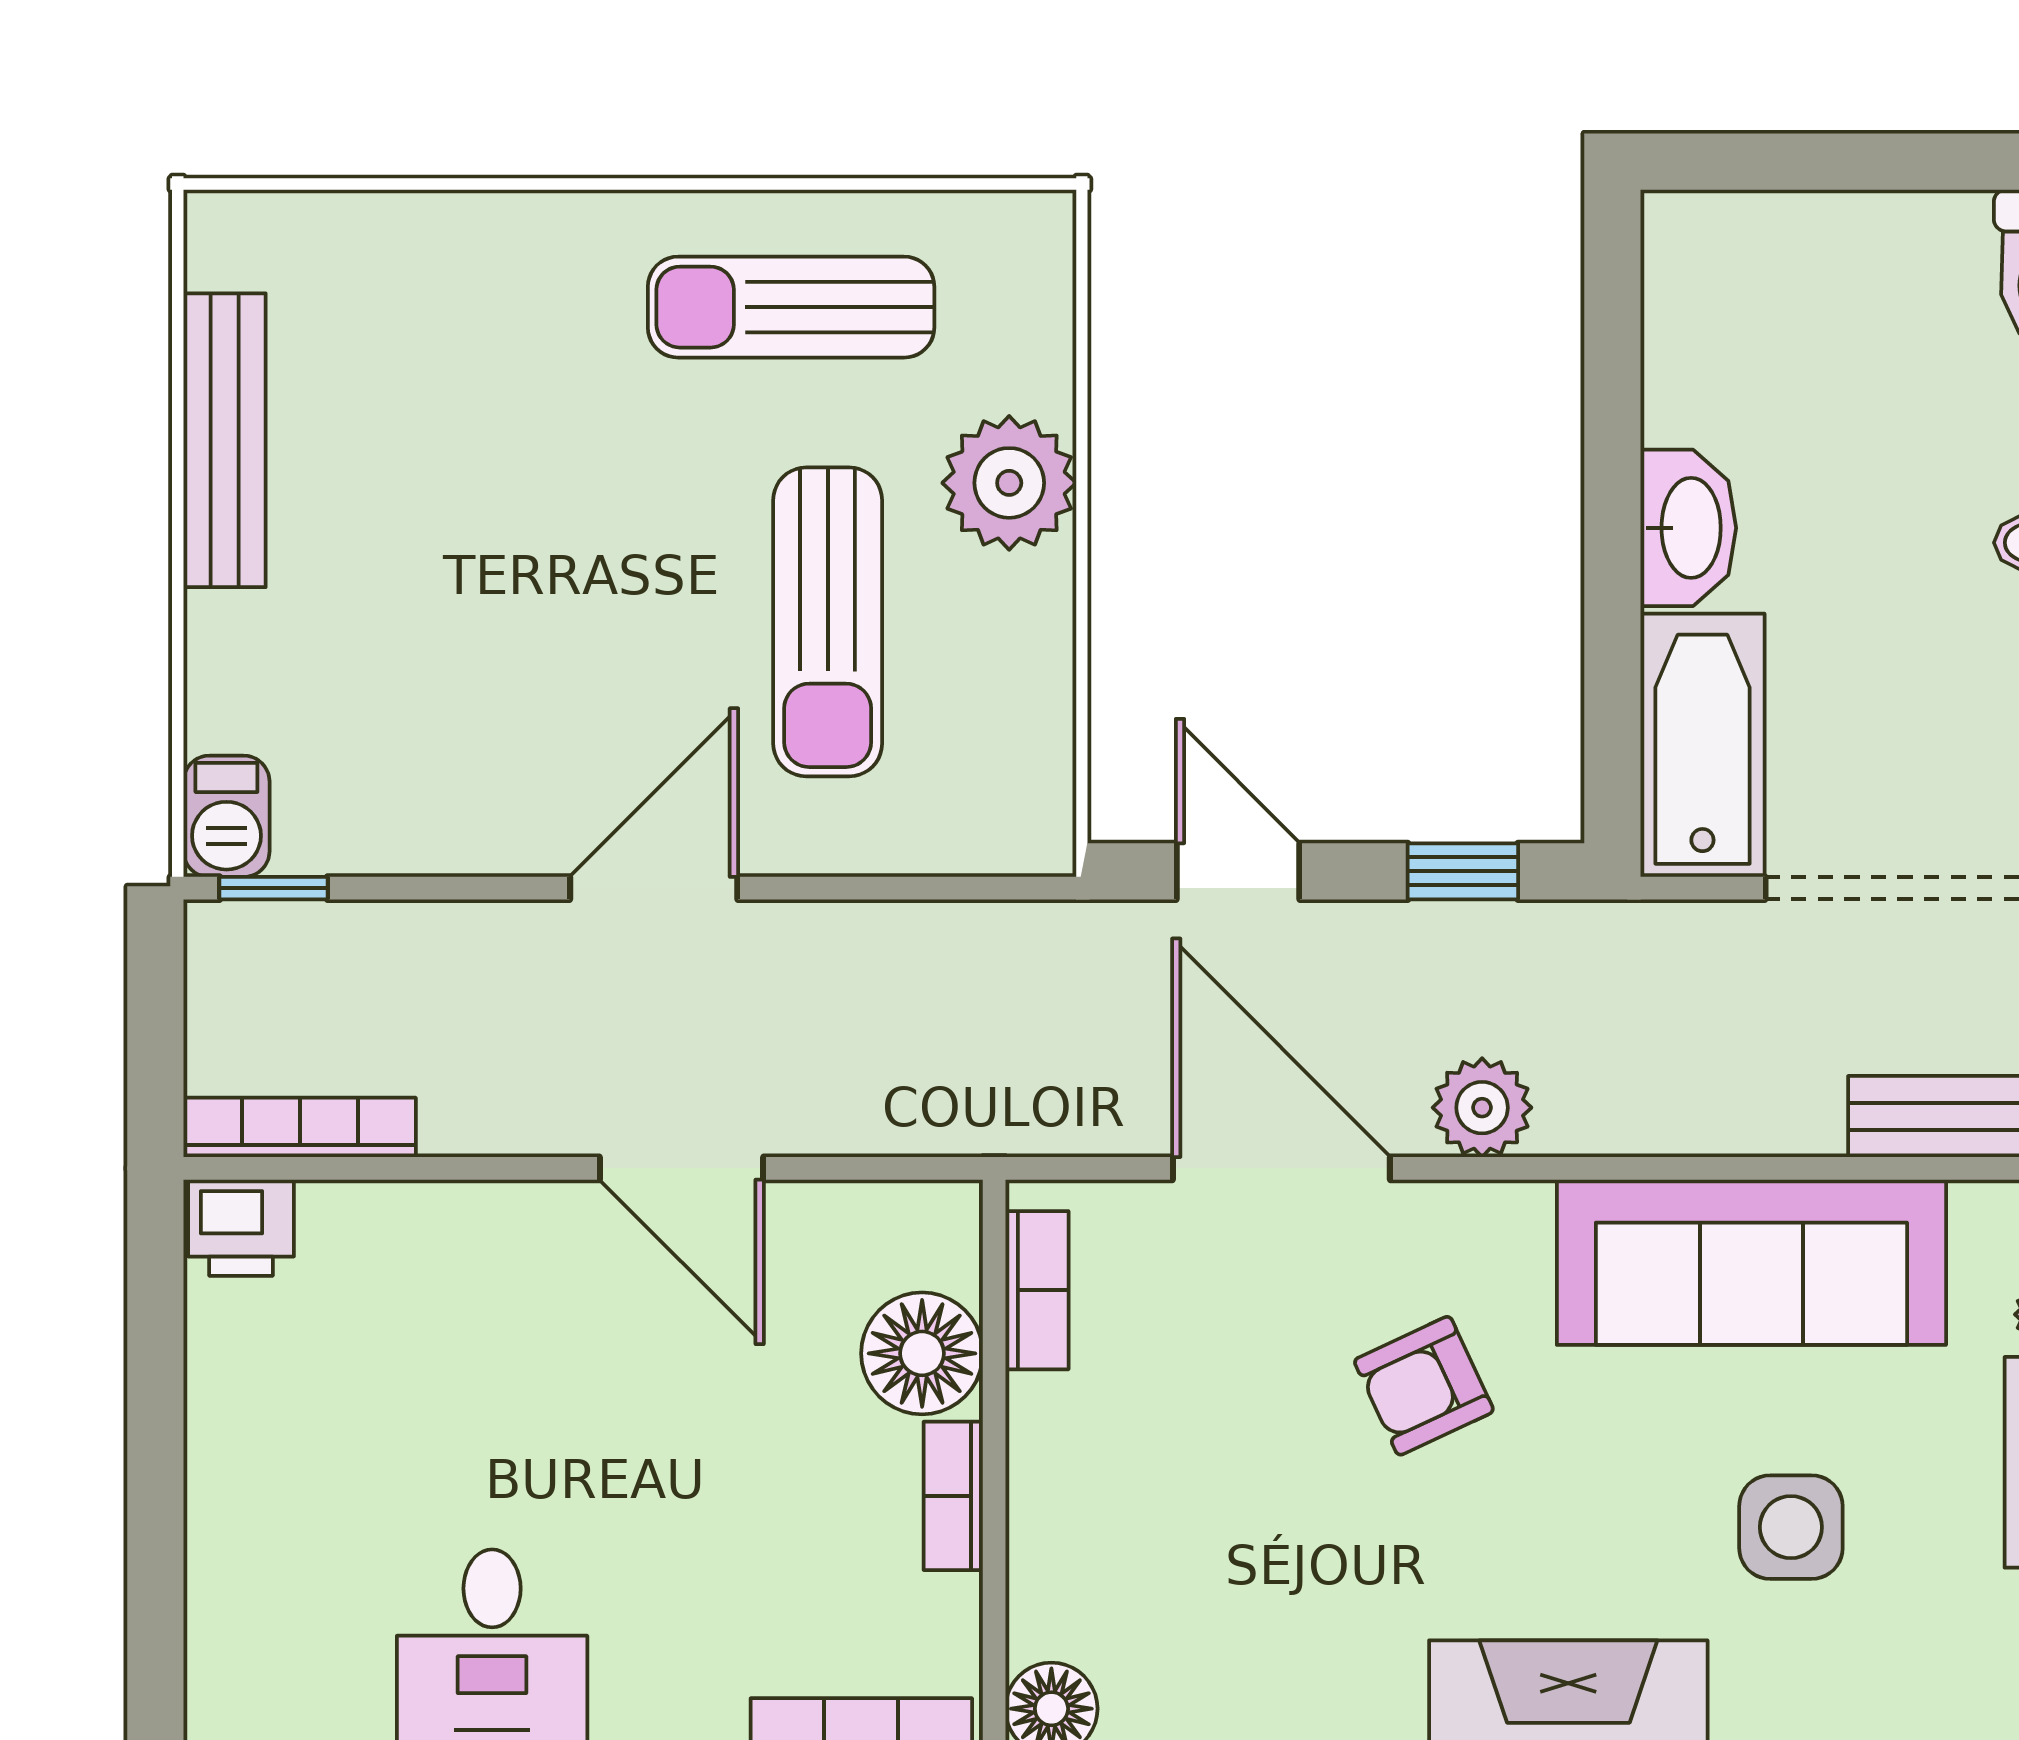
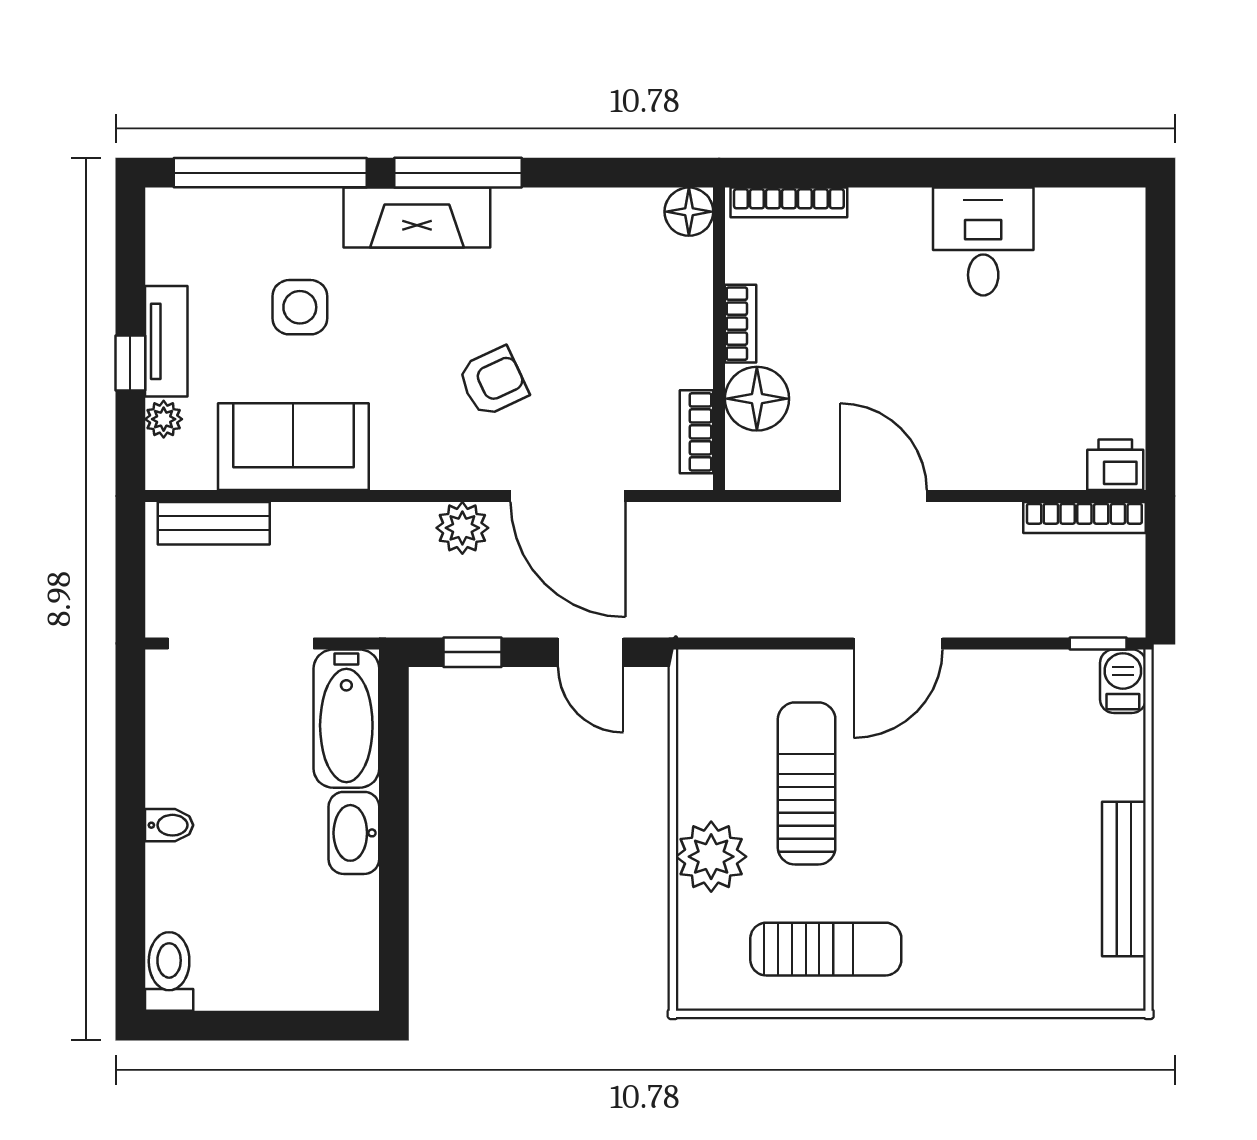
sofa: (1751, 1262) -> (293, 447), width x0.73

